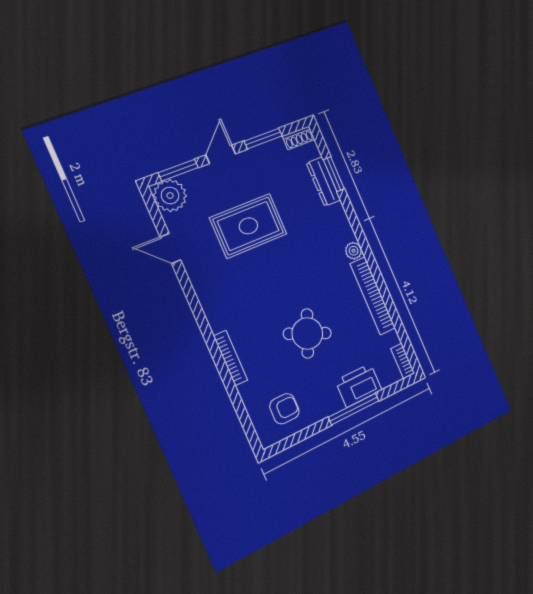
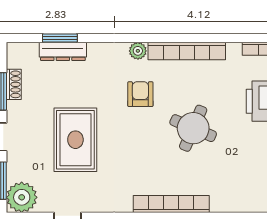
shoe rack: (299, 138) -> (14, 84), moved
bookcase: (230, 358) -> (171, 204), width x1.48, depth x1.31
armchair: (284, 409) -> (140, 94), moved

